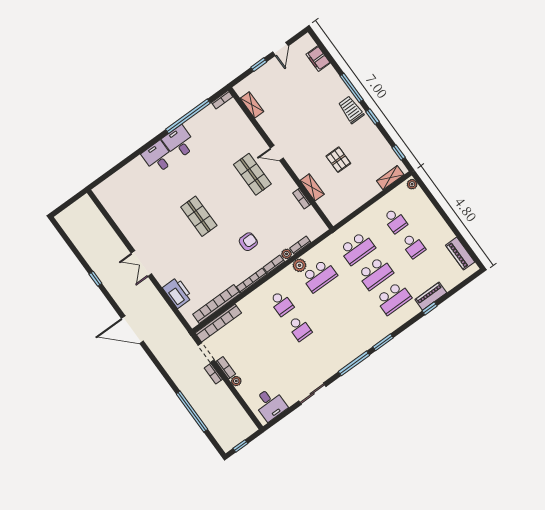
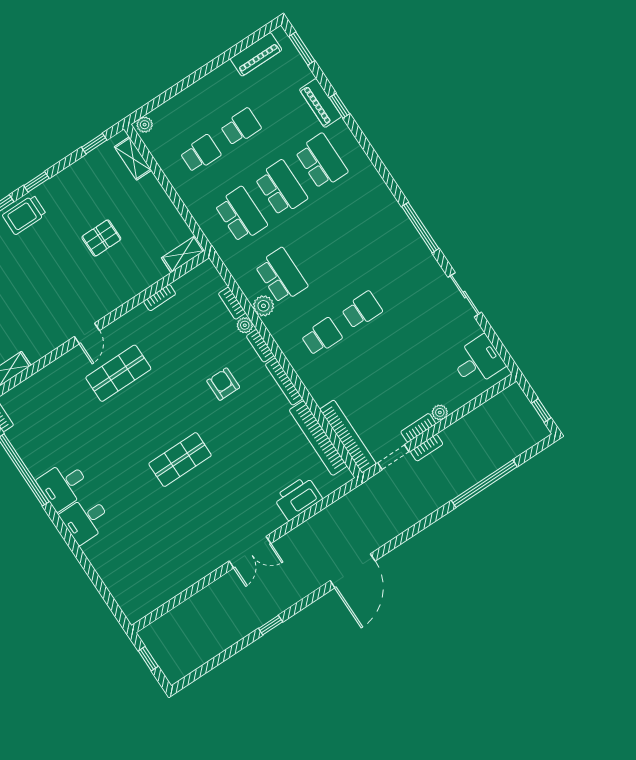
shelving: (312, 187) -> (183, 254), moved
window: (71, 201) -> (148, 659), added
window: (383, 342) -> (302, 49), moved

